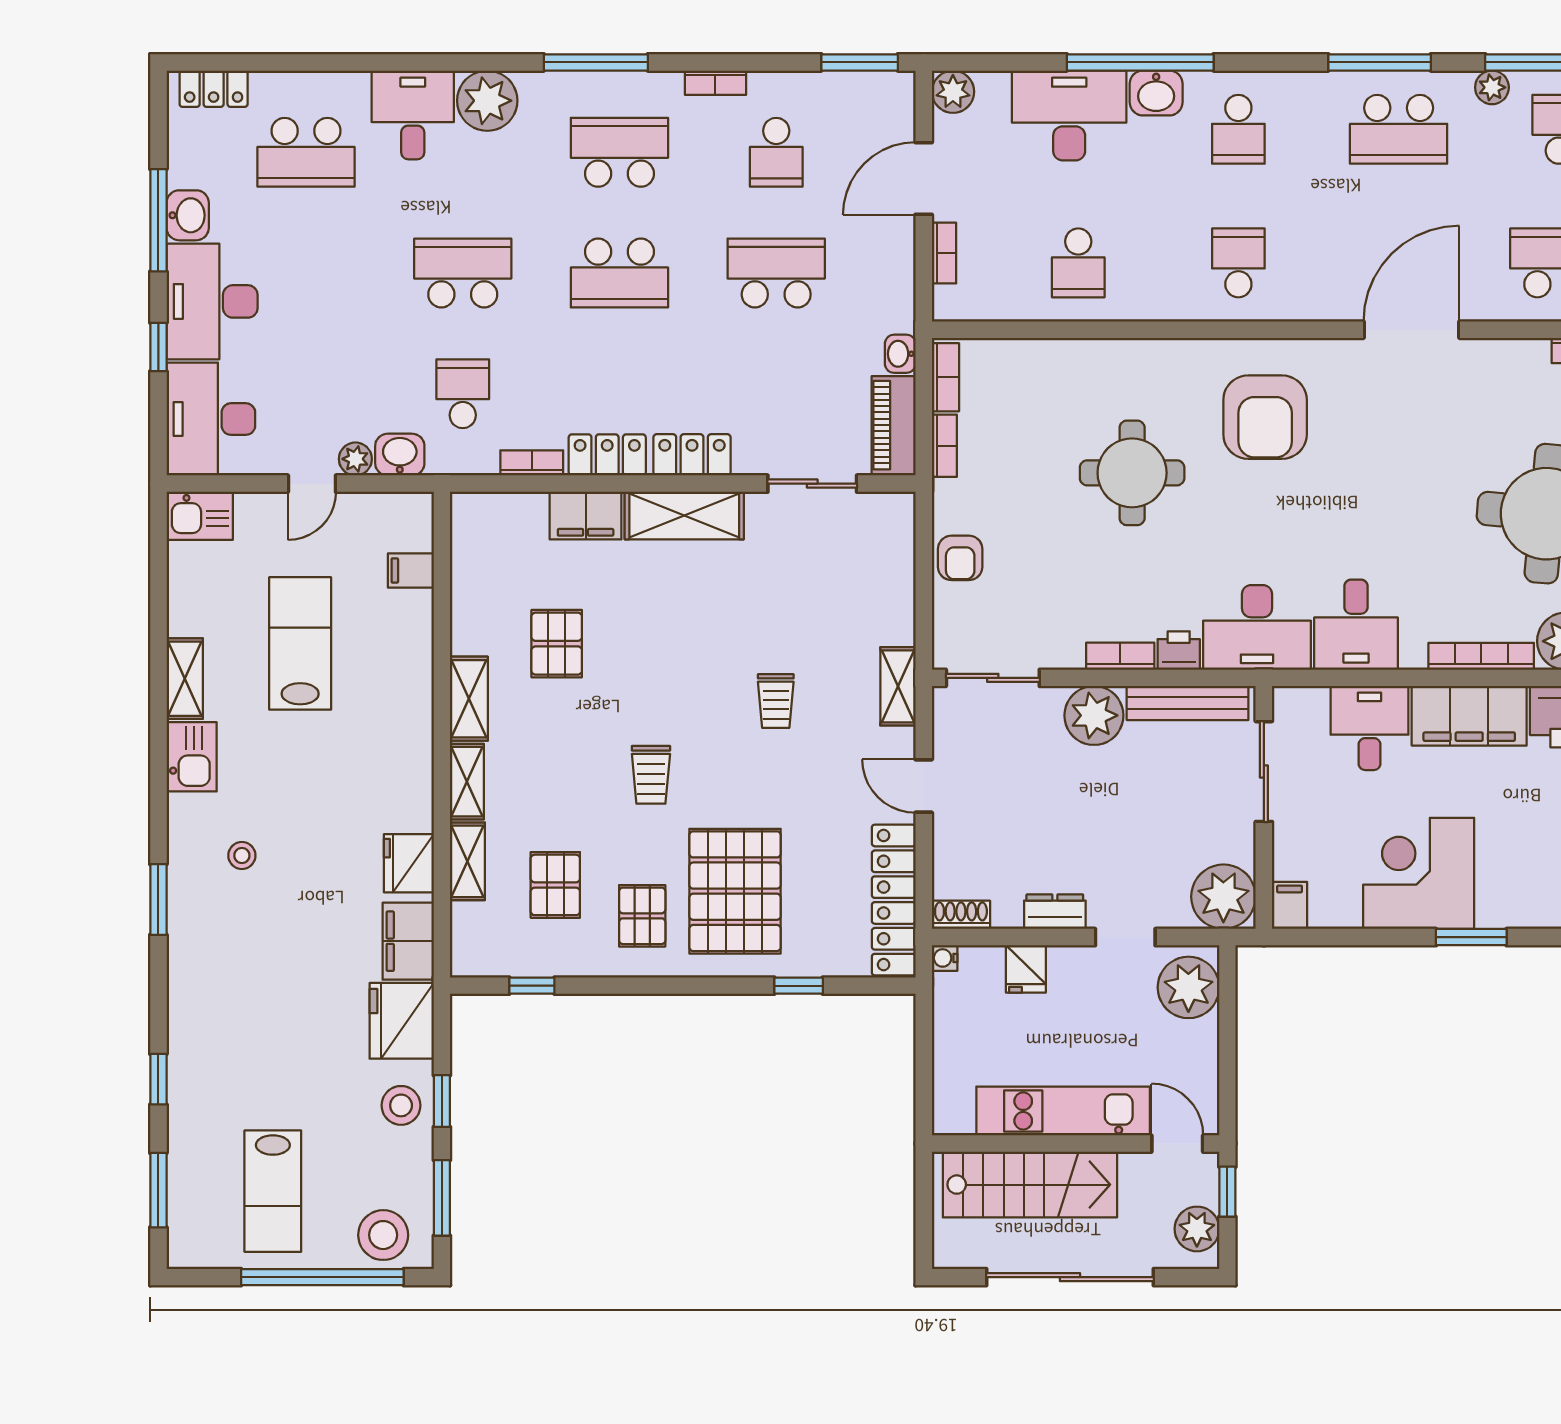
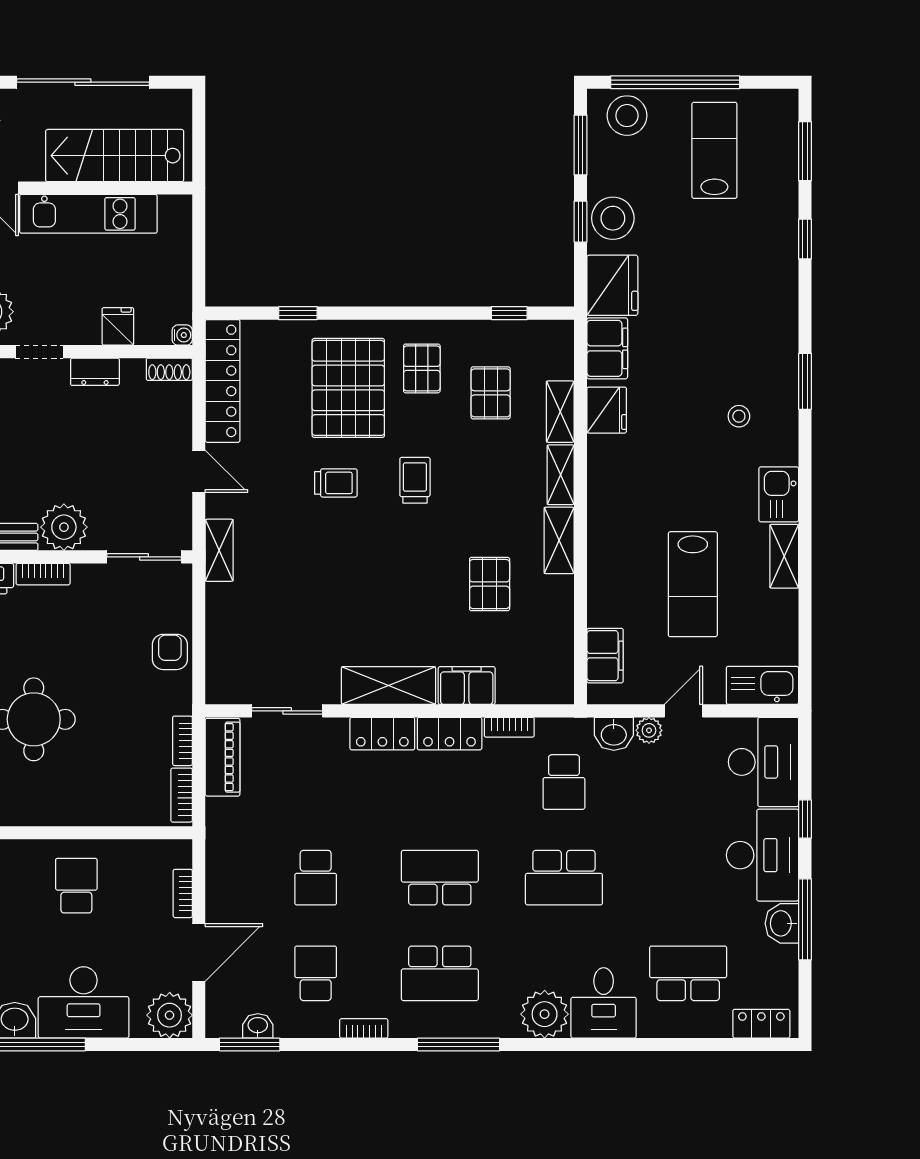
plant: (953, 92) -> (170, 1015), width x1.36, depth x1.36
school desk: (776, 273) -> (316, 878), width x0.54
washbasin: (900, 354) -> (258, 1026), moved, turned -90
kitchen sink: (200, 516) -> (762, 685), width x1.38
filing cabinet: (411, 570) -> (605, 656), width x2.00
trolley: (776, 701) -> (336, 483), moved, turned 90
stool: (401, 1105) -> (613, 218), width x1.38, depth x1.38

